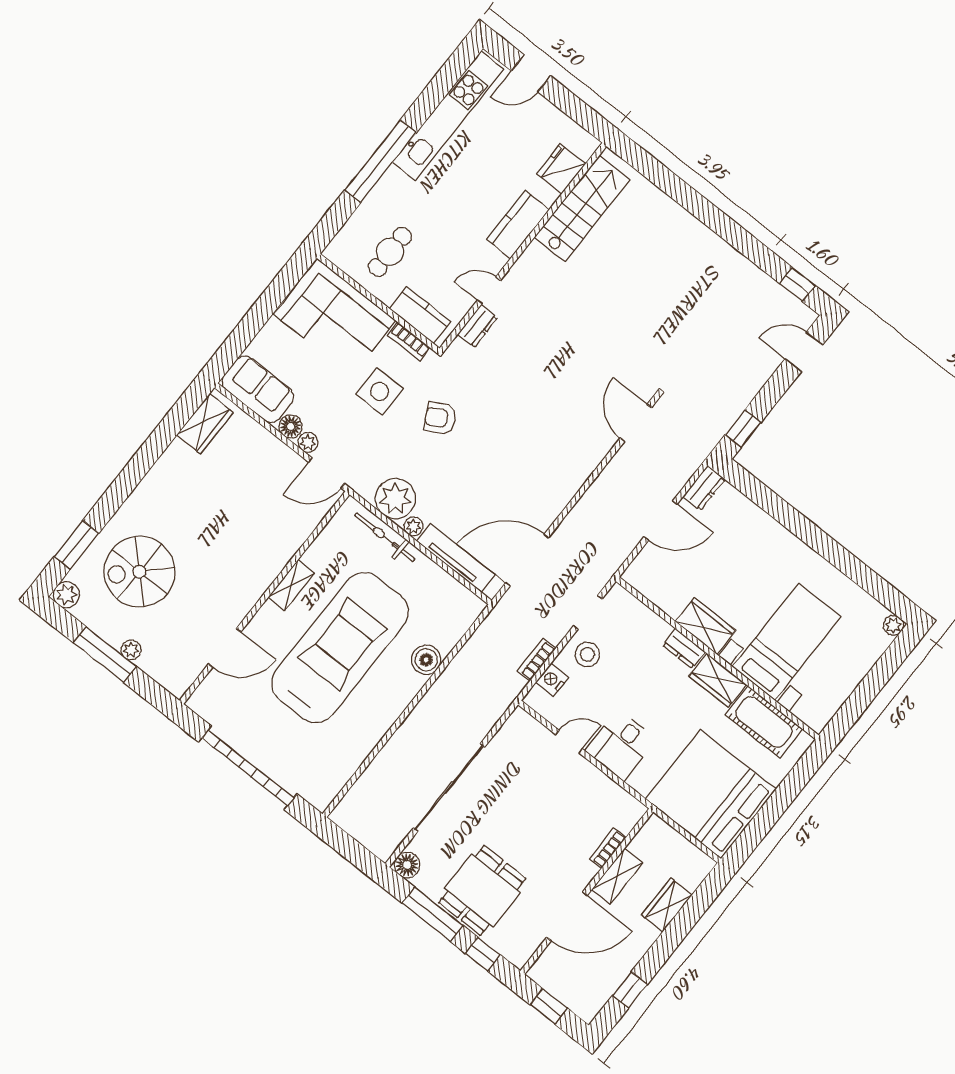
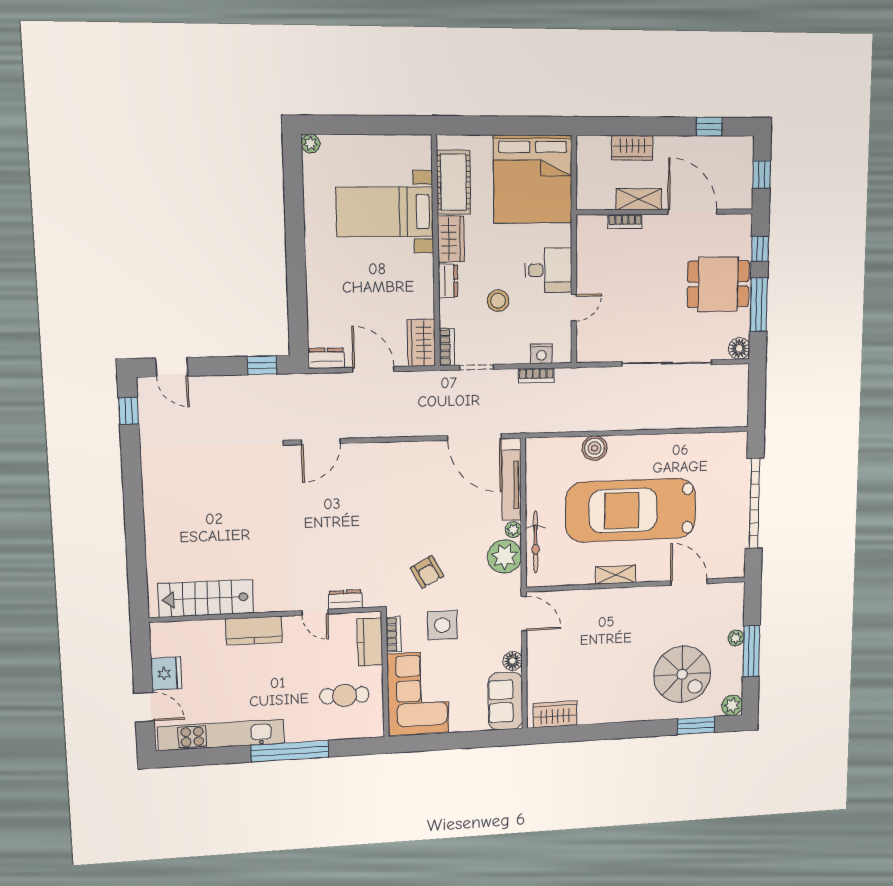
fridge: (561, 169) -> (166, 673), moved, turned -90
plant: (308, 442) -> (514, 642), removed
bookcase: (627, 601) -> (447, 347), added
wardrobe: (705, 626) -> (421, 343), moved
stool: (587, 654) -> (498, 301), moved
door: (569, 742) -> (574, 308), swing flipped

